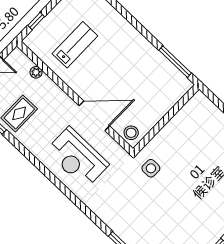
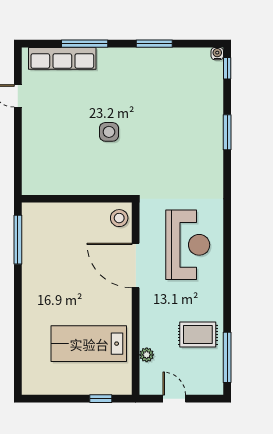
lab bench: (75, 45) -> (89, 344), width x1.36, depth x1.39
side table: (151, 168) -> (109, 132), moved

